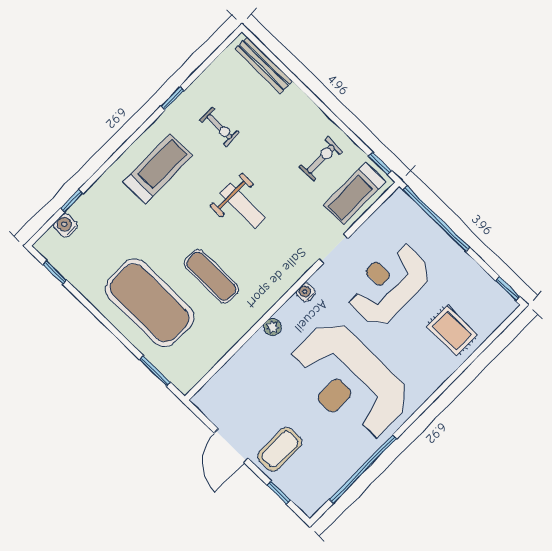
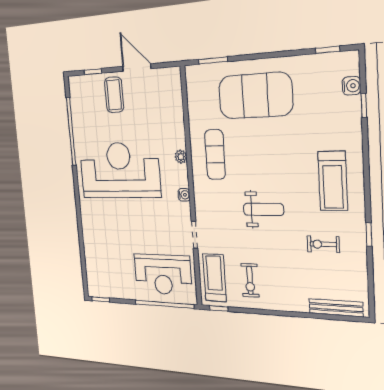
weight bench: (243, 206) -> (263, 209), turned 180
exercise mat: (211, 276) -> (215, 155), moved, turned 90
reception desk: (389, 284) -> (163, 274), moved, turned 90
rug: (452, 331) -> (102, 250), removed

